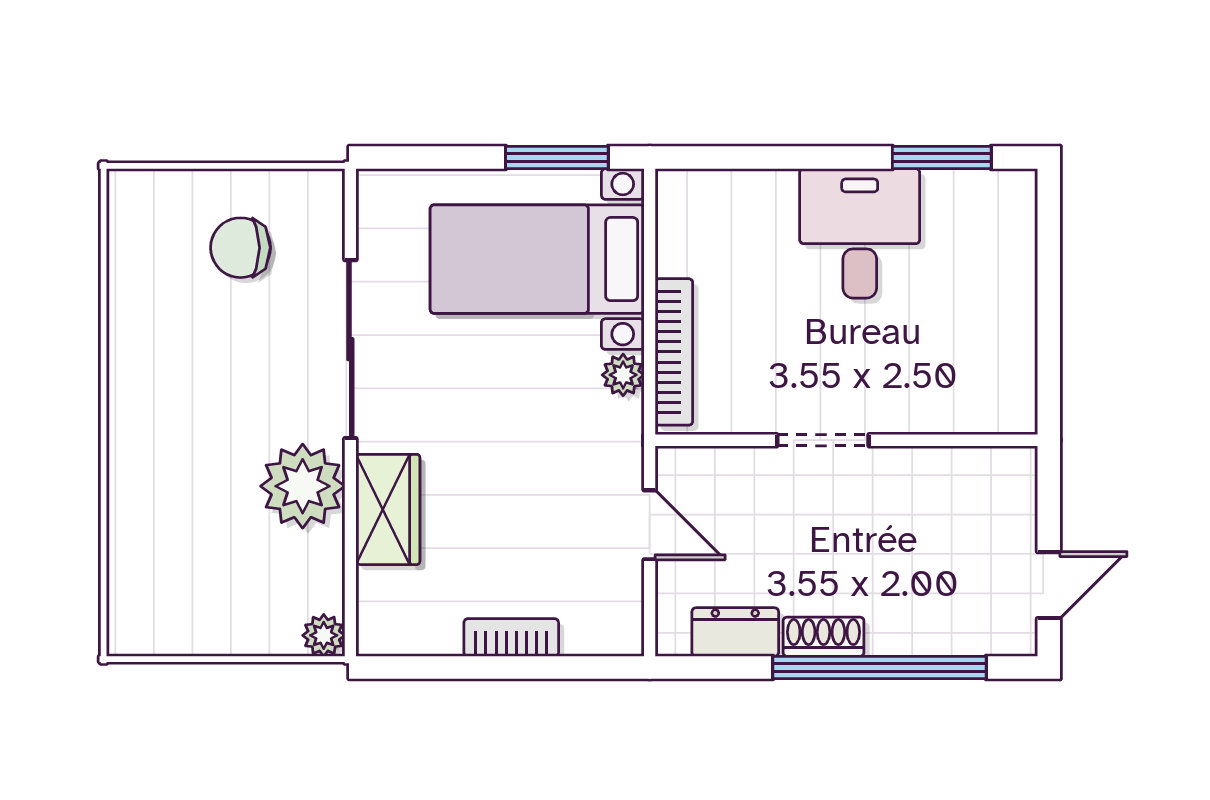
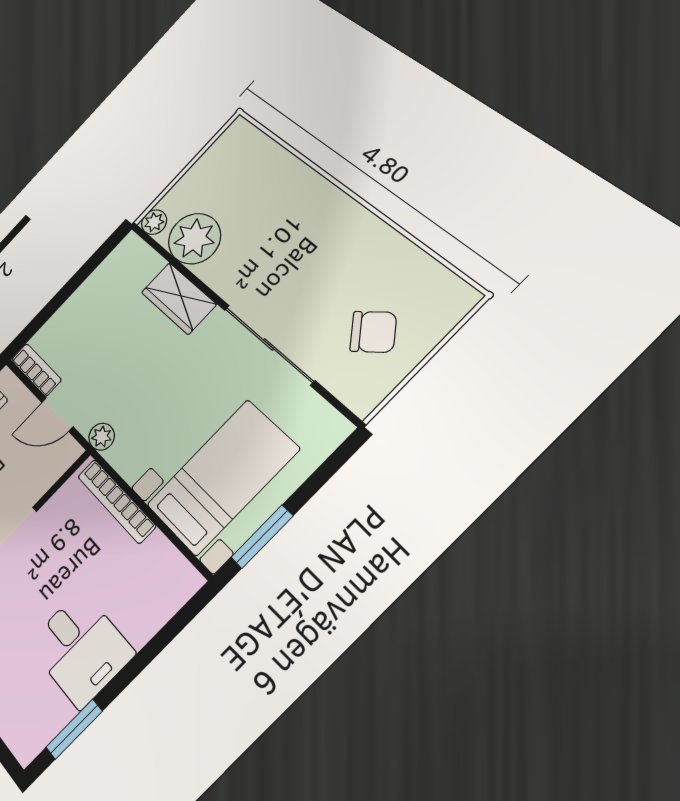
chair: (240, 248) -> (373, 332), turned 52
plant: (623, 375) -> (102, 437), moved
plant: (303, 486) -> (194, 239), moved
bookcase: (511, 638) -> (36, 370), moved, turned -90

